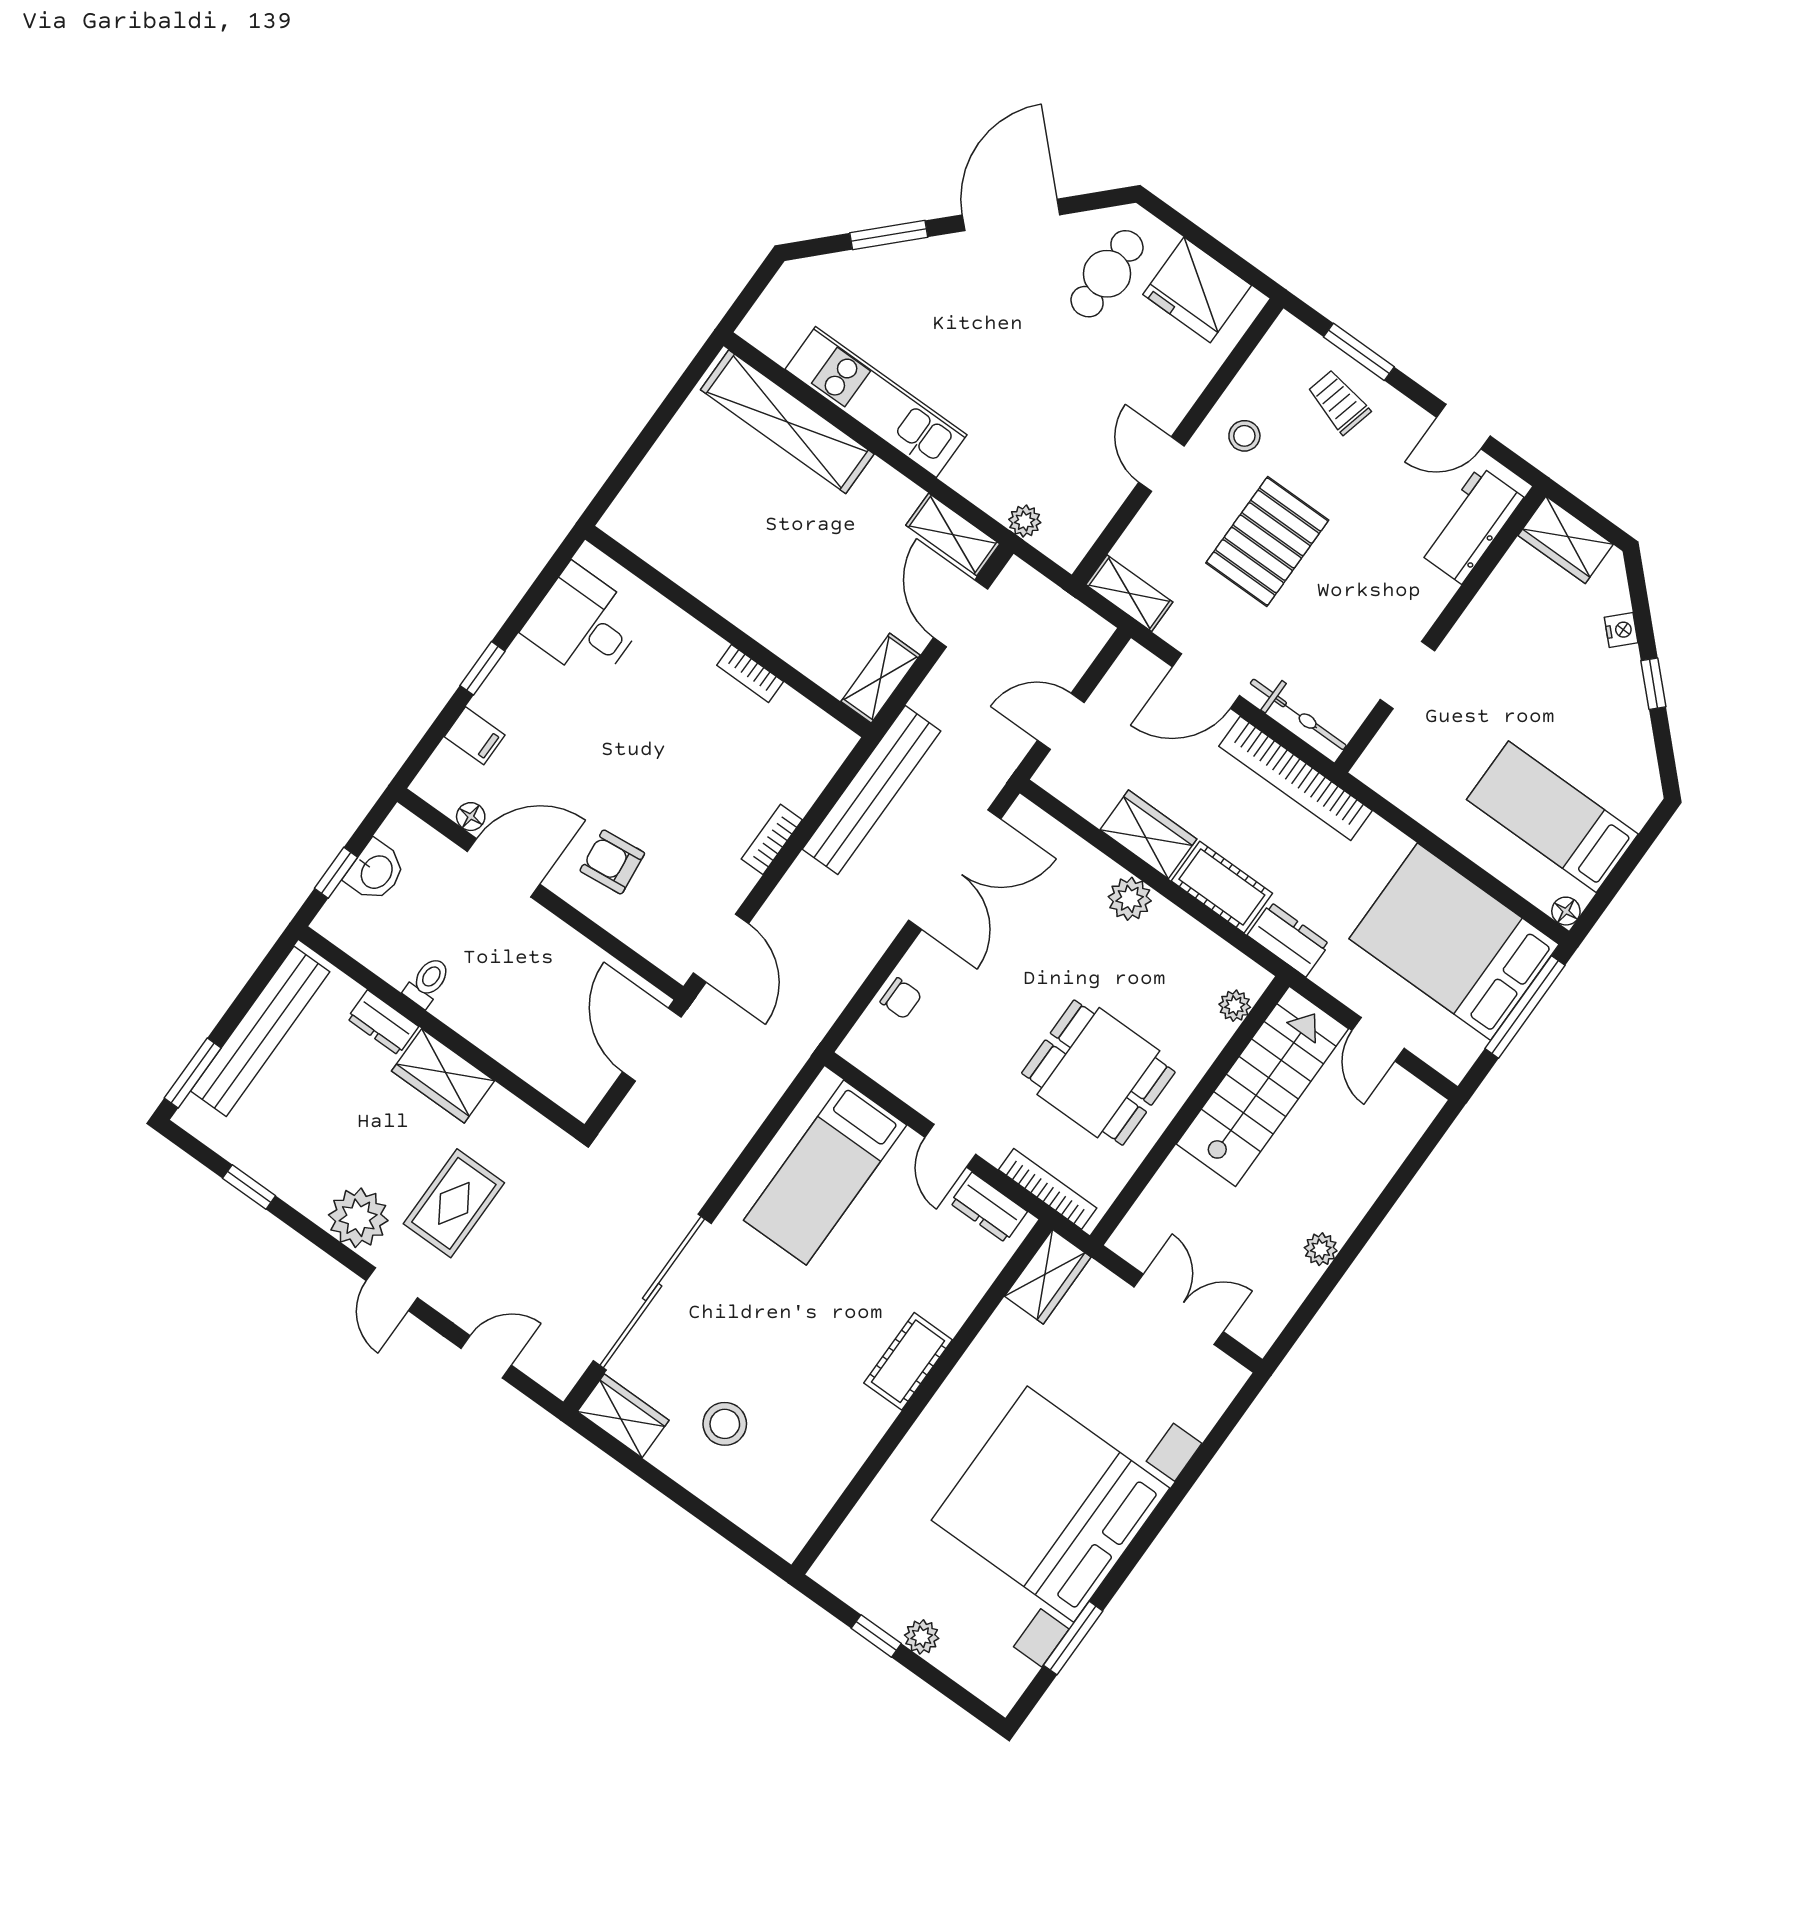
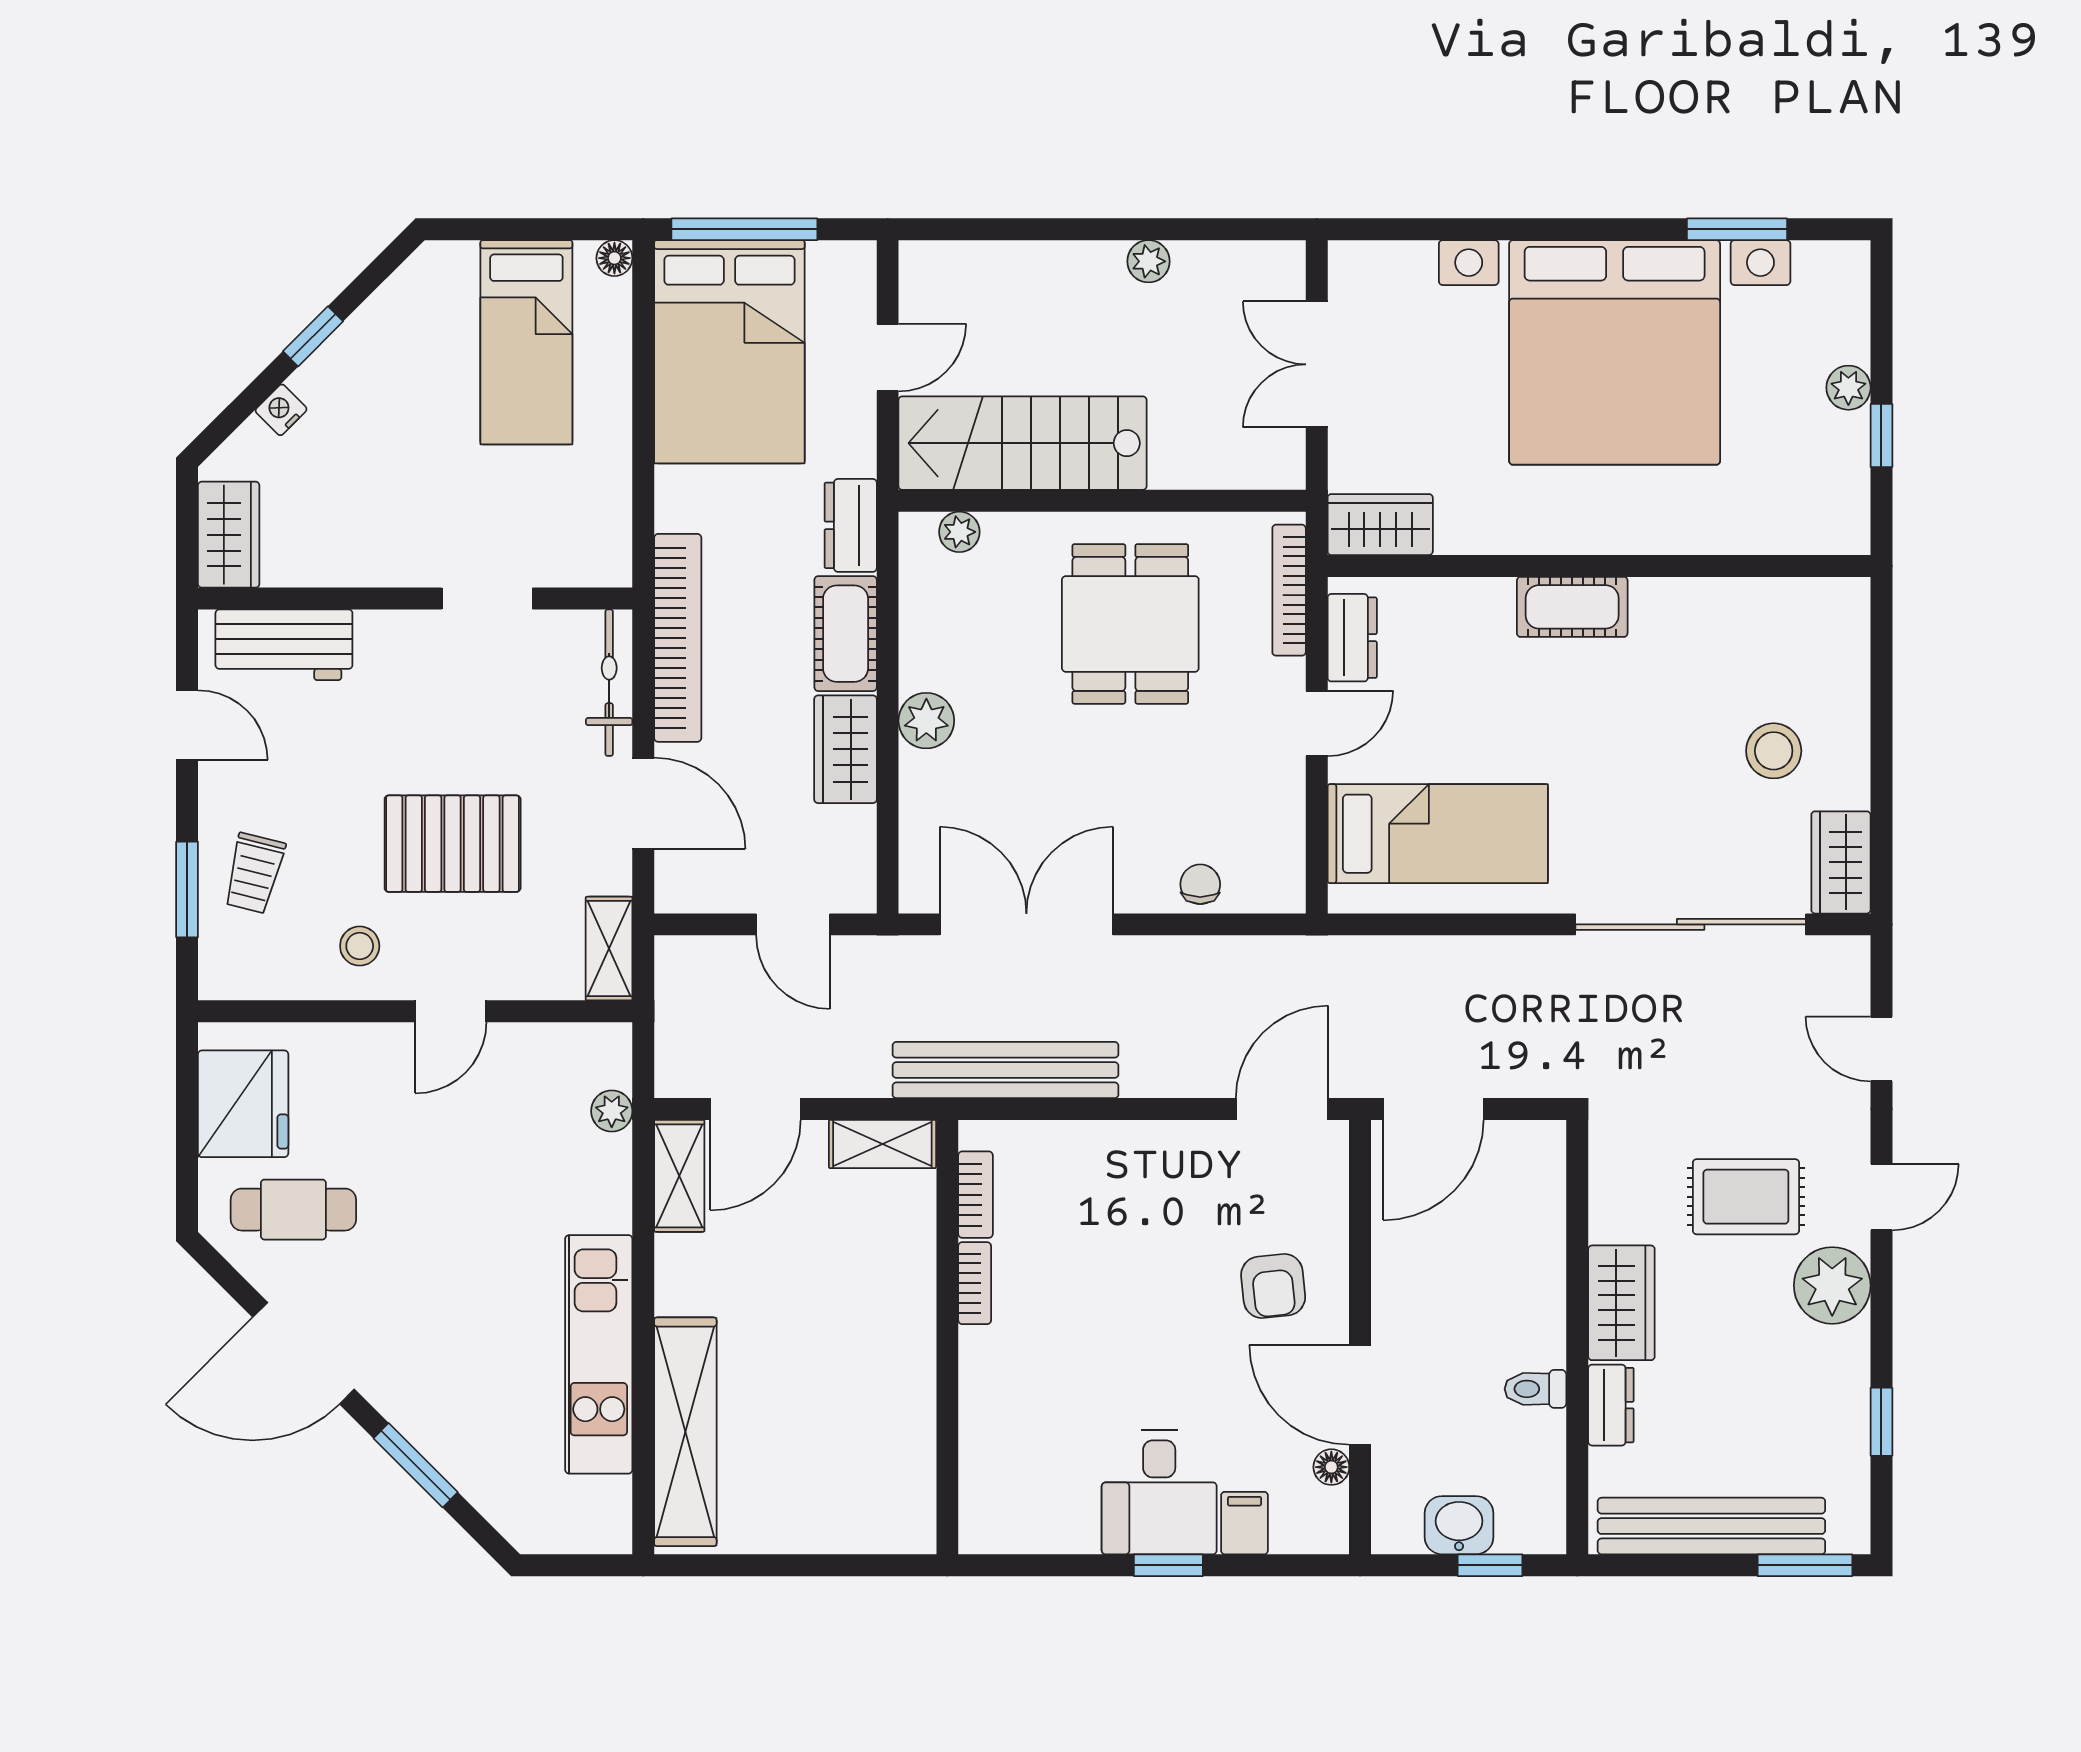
desk: (584, 624) -> (1159, 1492), moved
bookcase: (772, 839) -> (976, 1195), moved, turned -90

